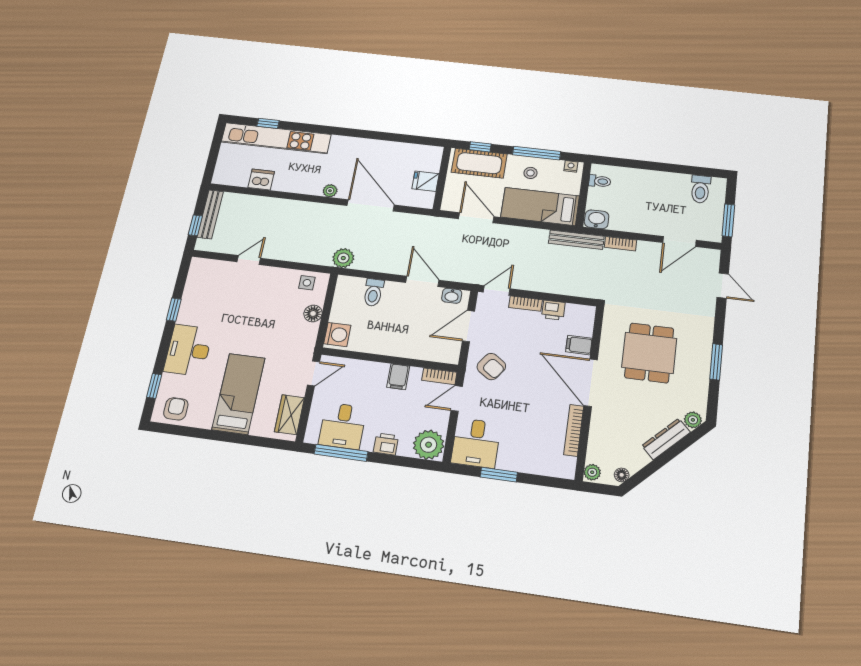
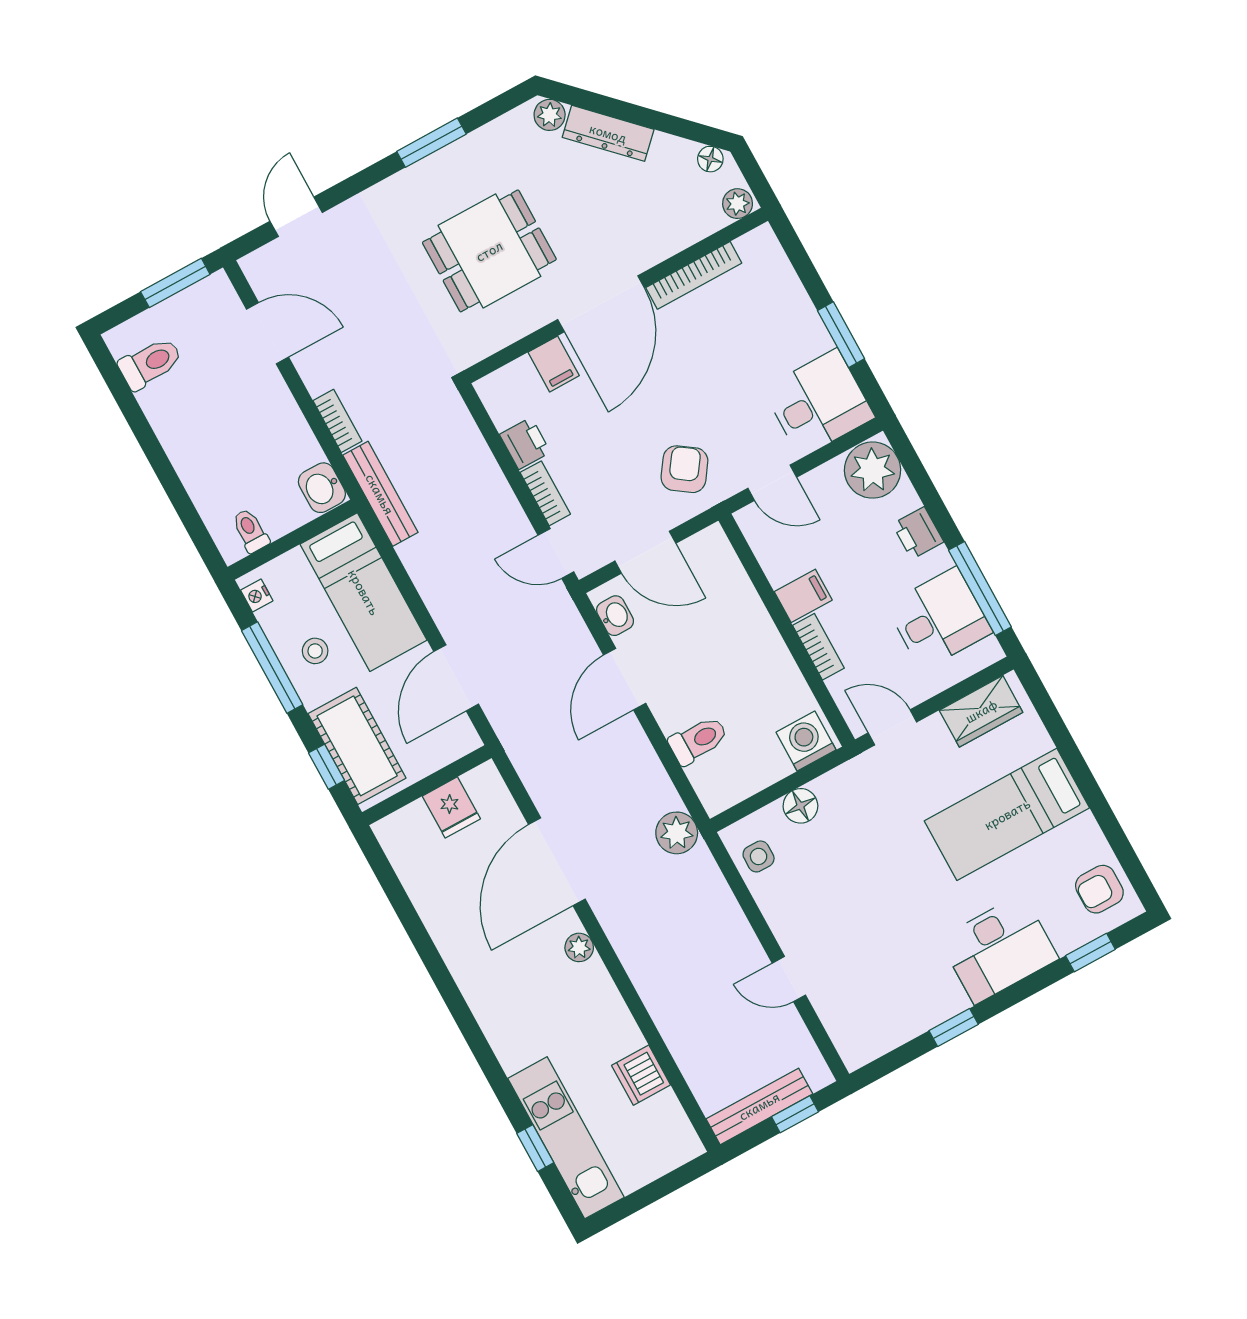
kitchen unit: (276, 138) -> (566, 1138), width x0.73
bookcase: (439, 376) -> (818, 647), moved

